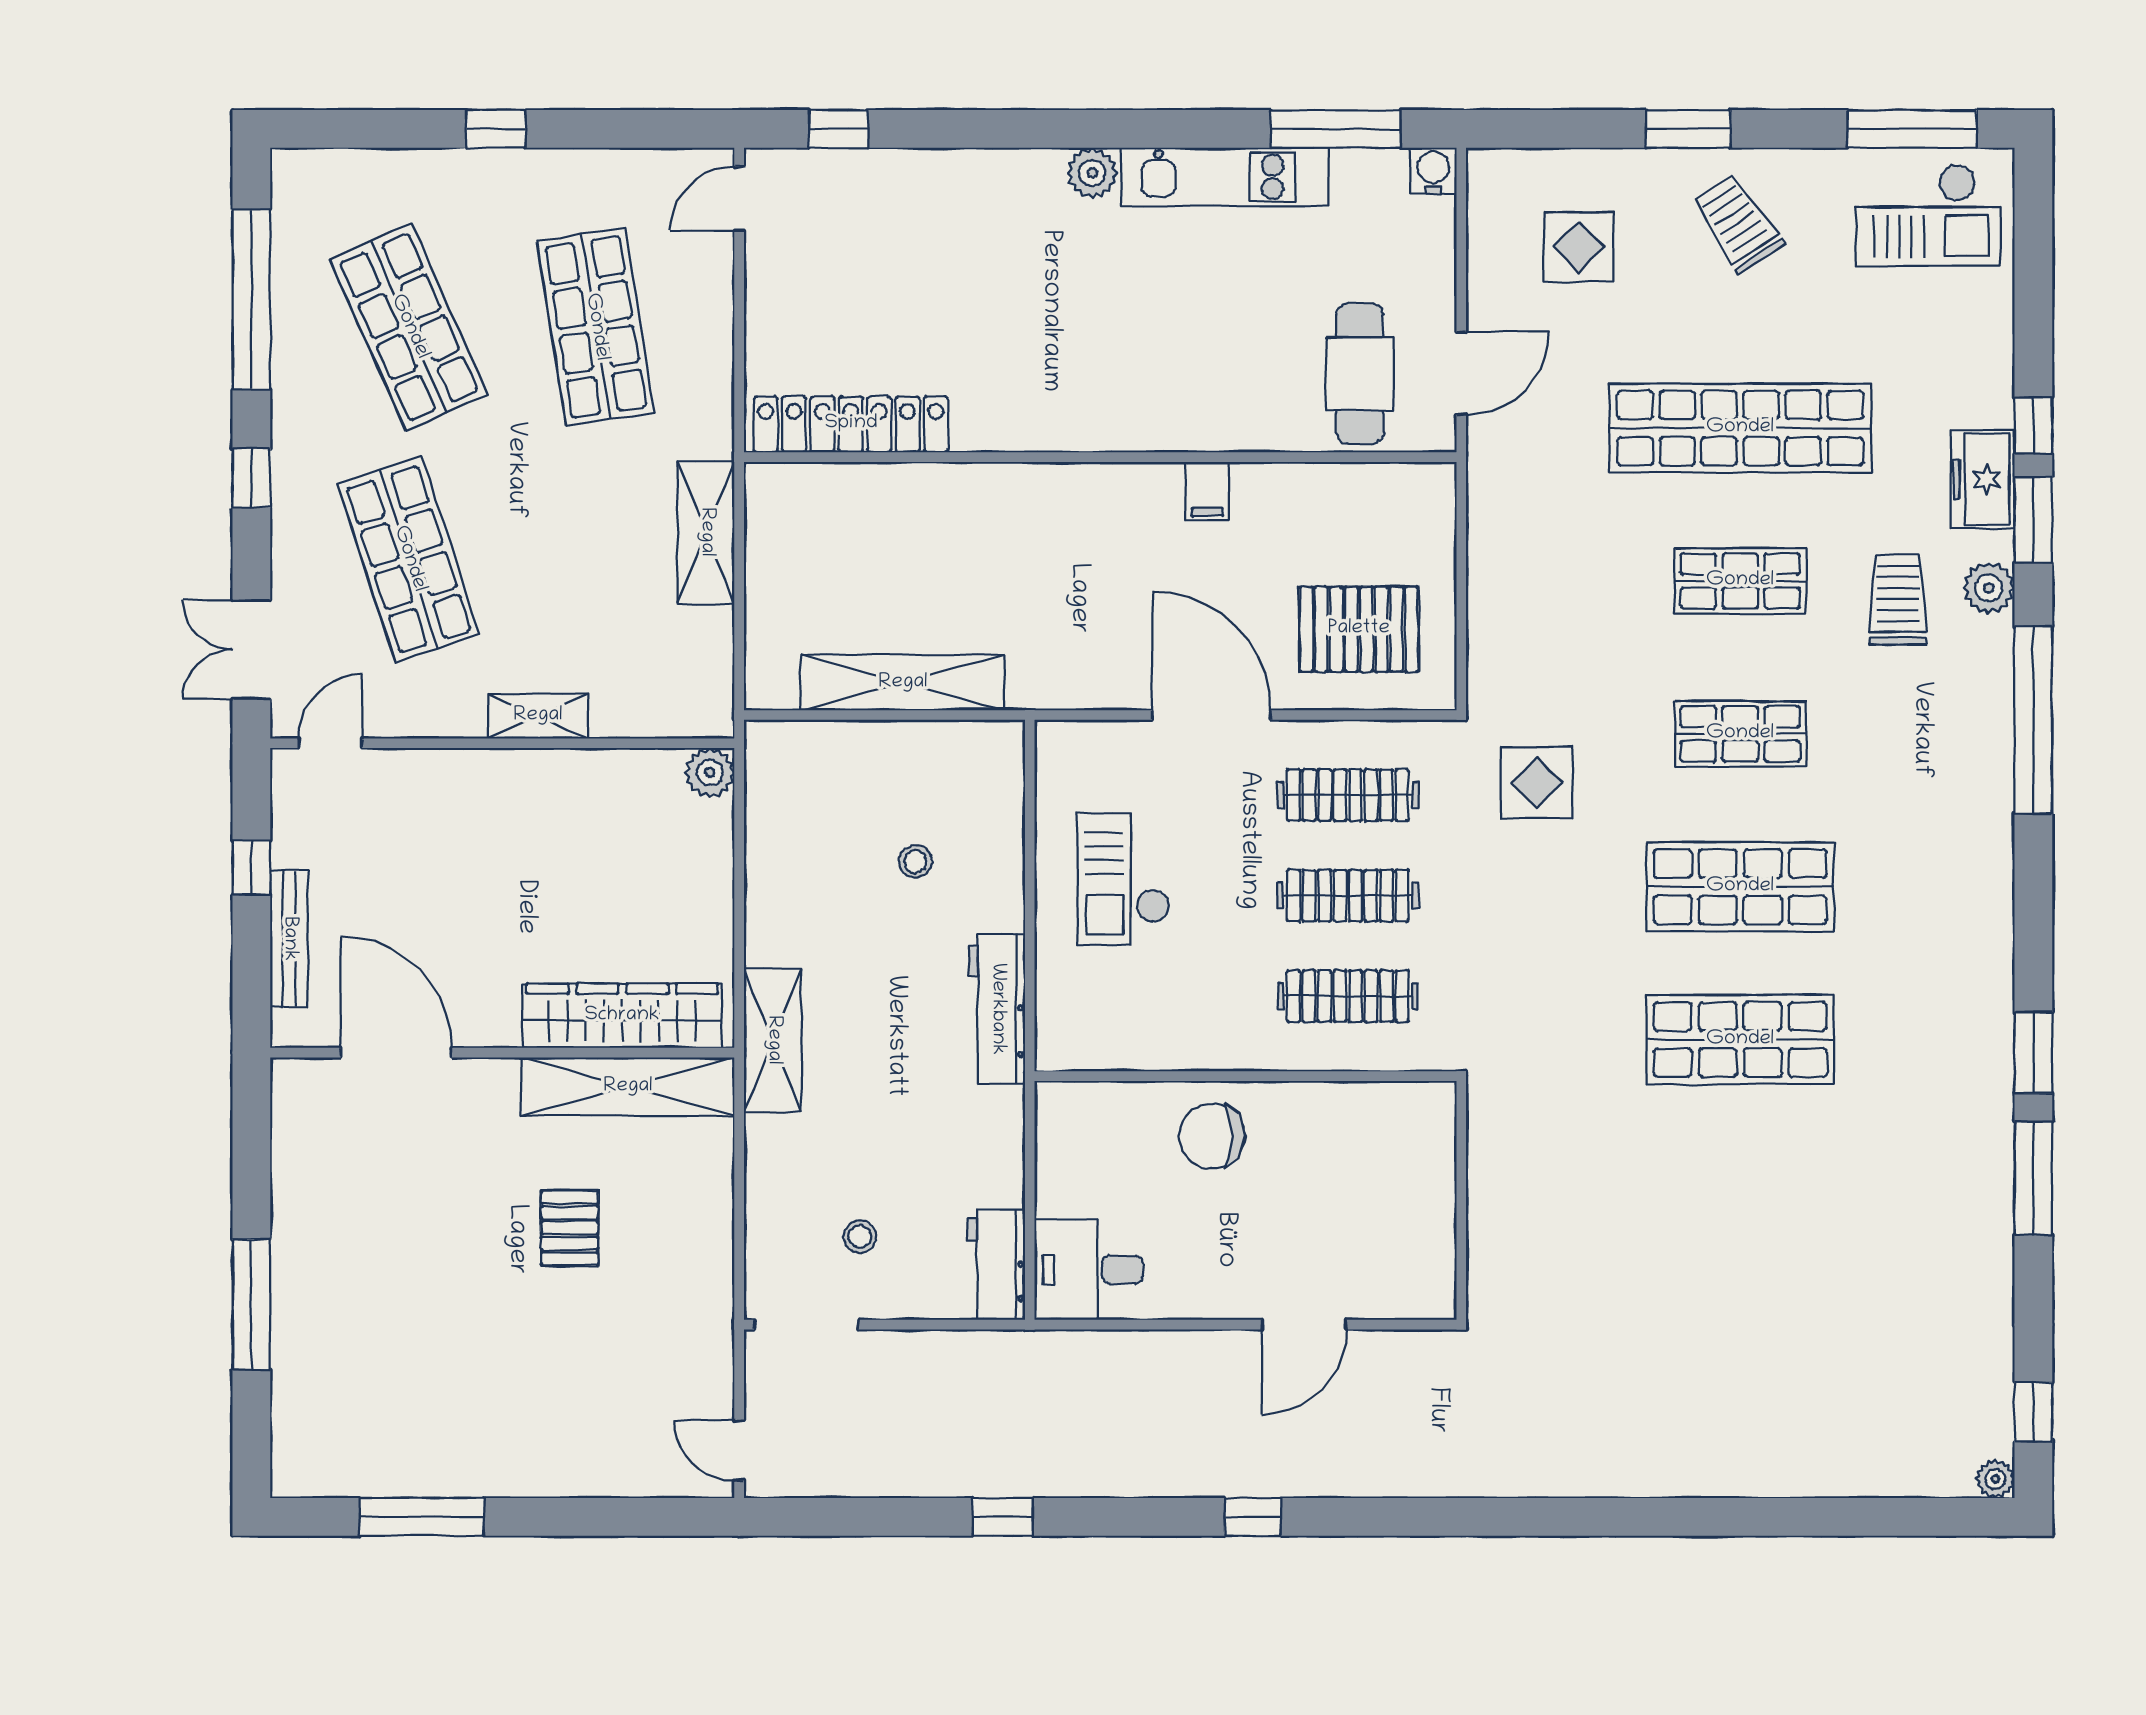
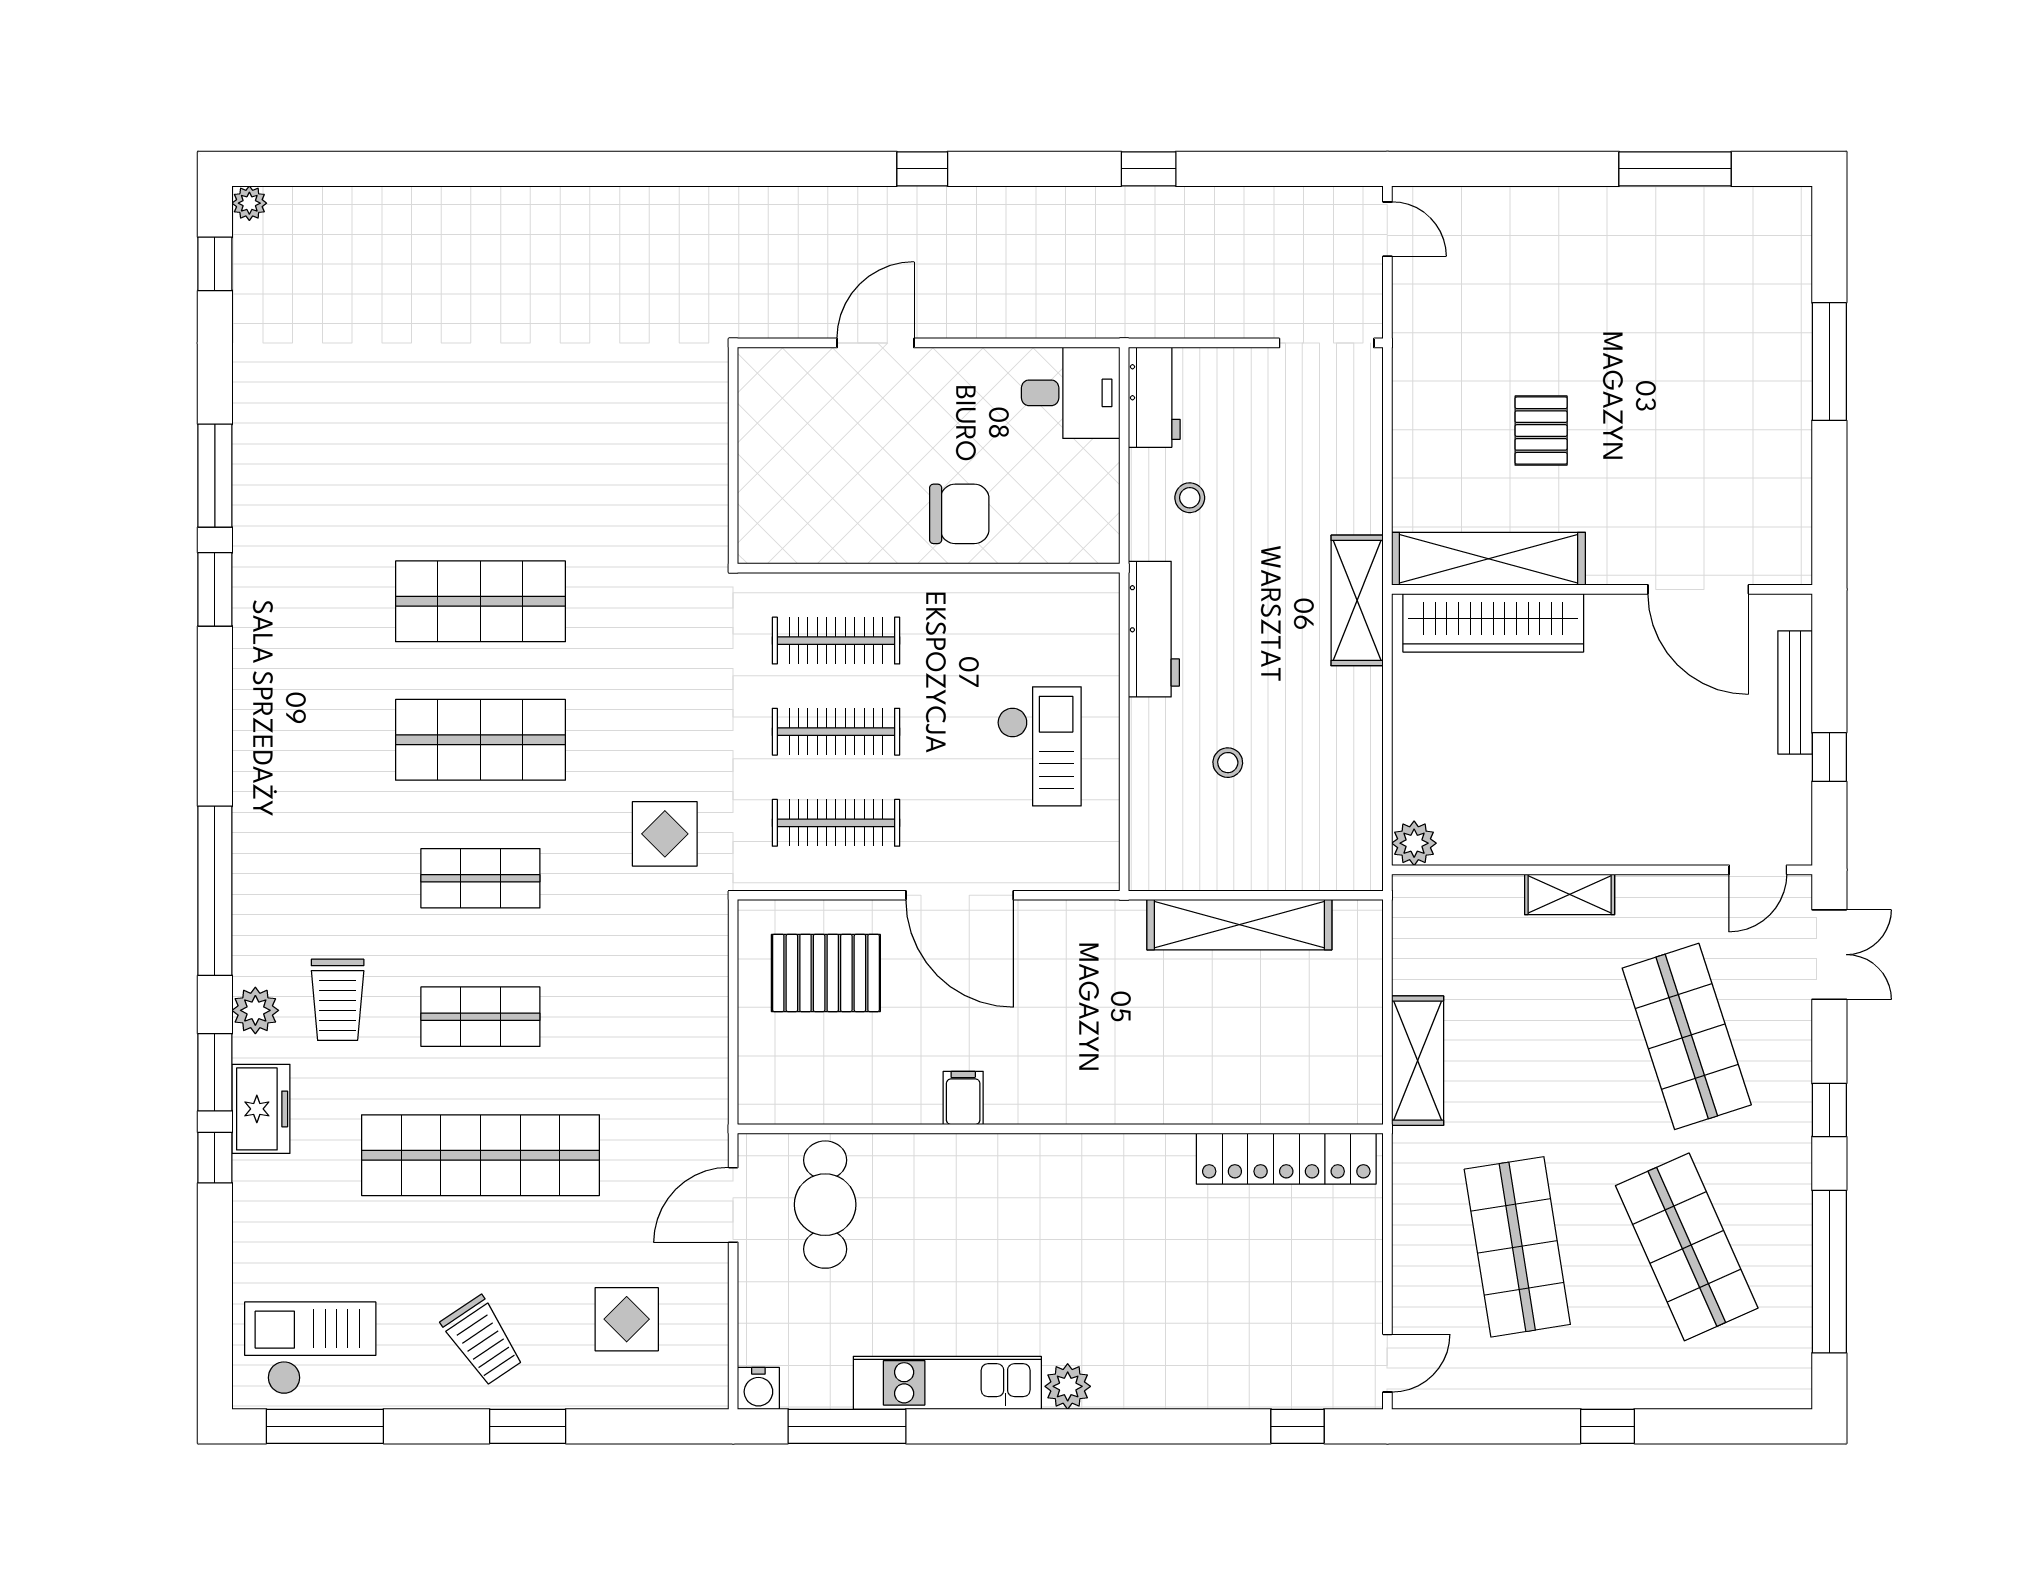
stool: (860, 1237) -> (1190, 498), moved

